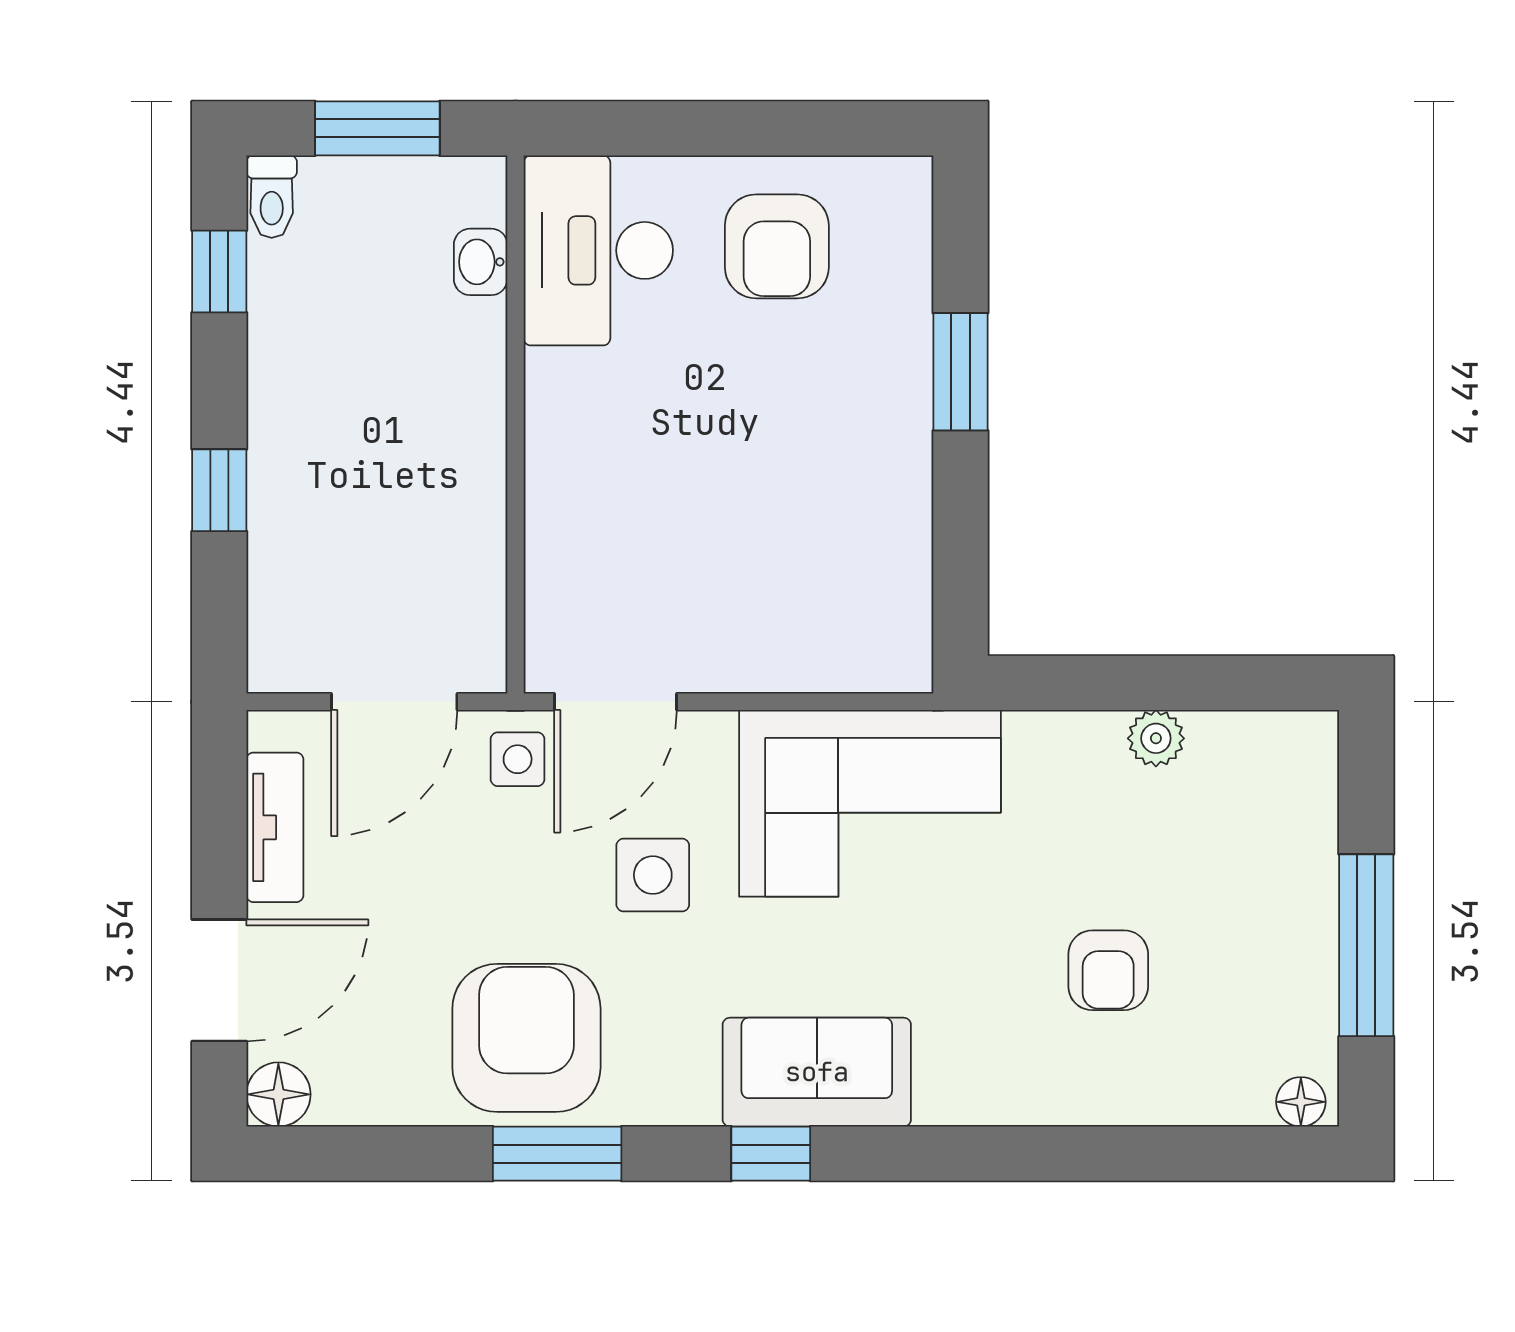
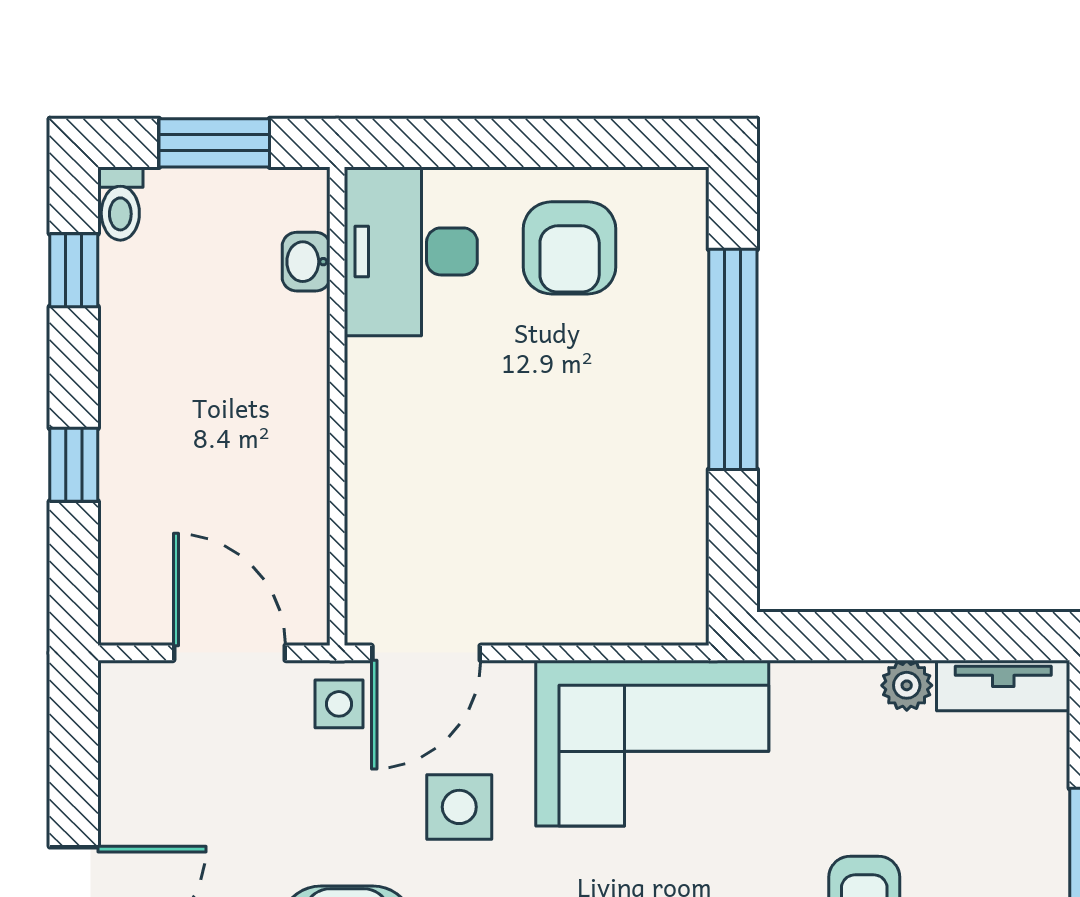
window: (961, 372) -> (733, 359), width x2.11
door: (394, 702) -> (229, 653), swing flipped
tv unit: (275, 827) -> (1003, 686), moved, turned 90

